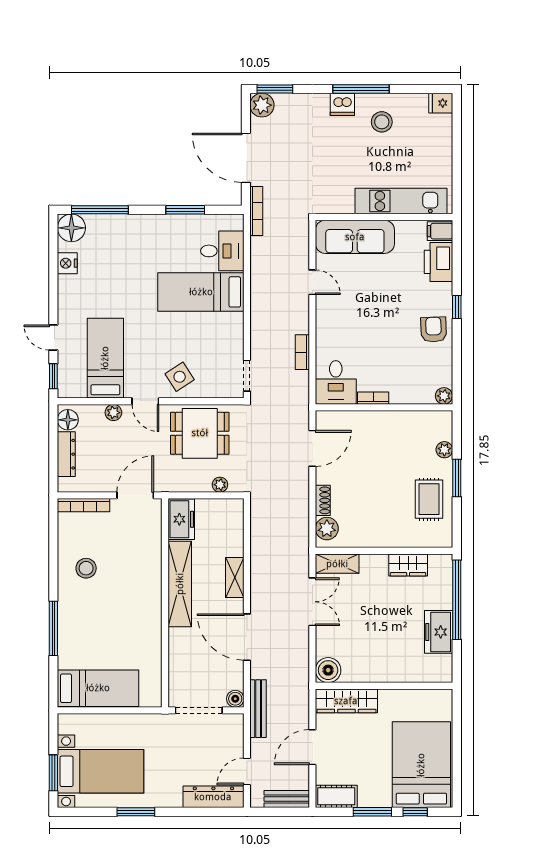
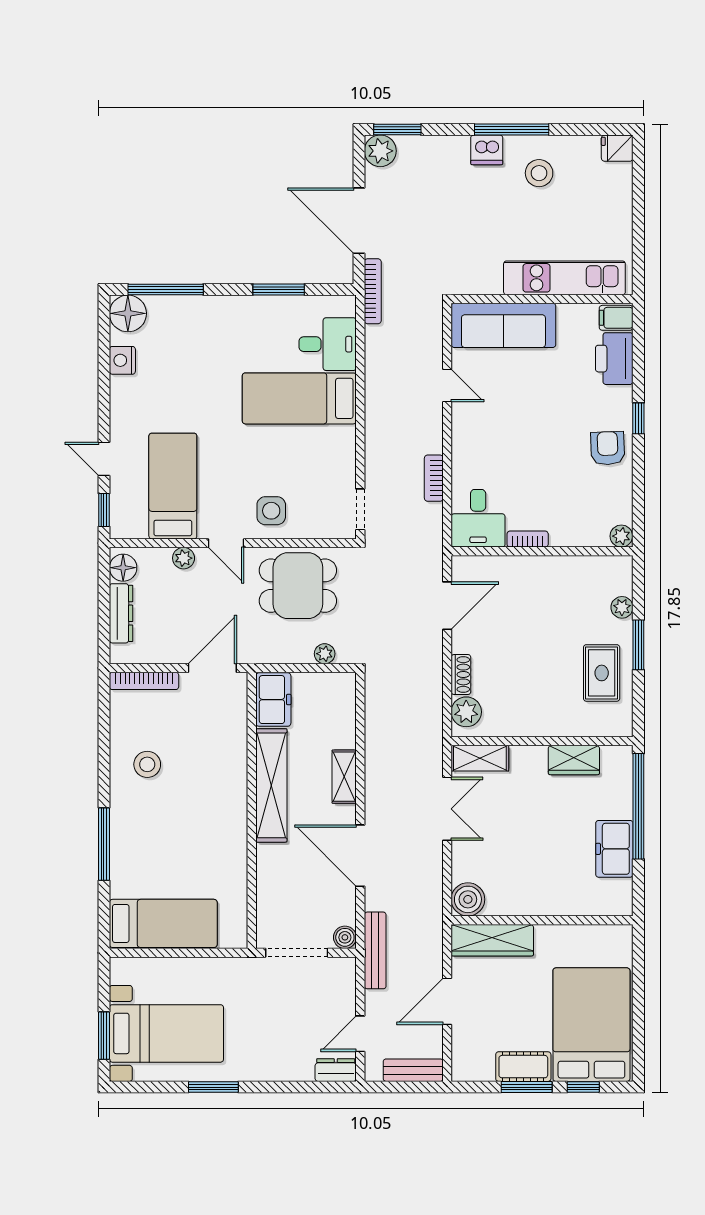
side table: (180, 377) -> (271, 511), turned 33
cot: (336, 796) -> (523, 1067), moved
dresser: (213, 797) -> (336, 1070), width x0.51, depth x0.80

